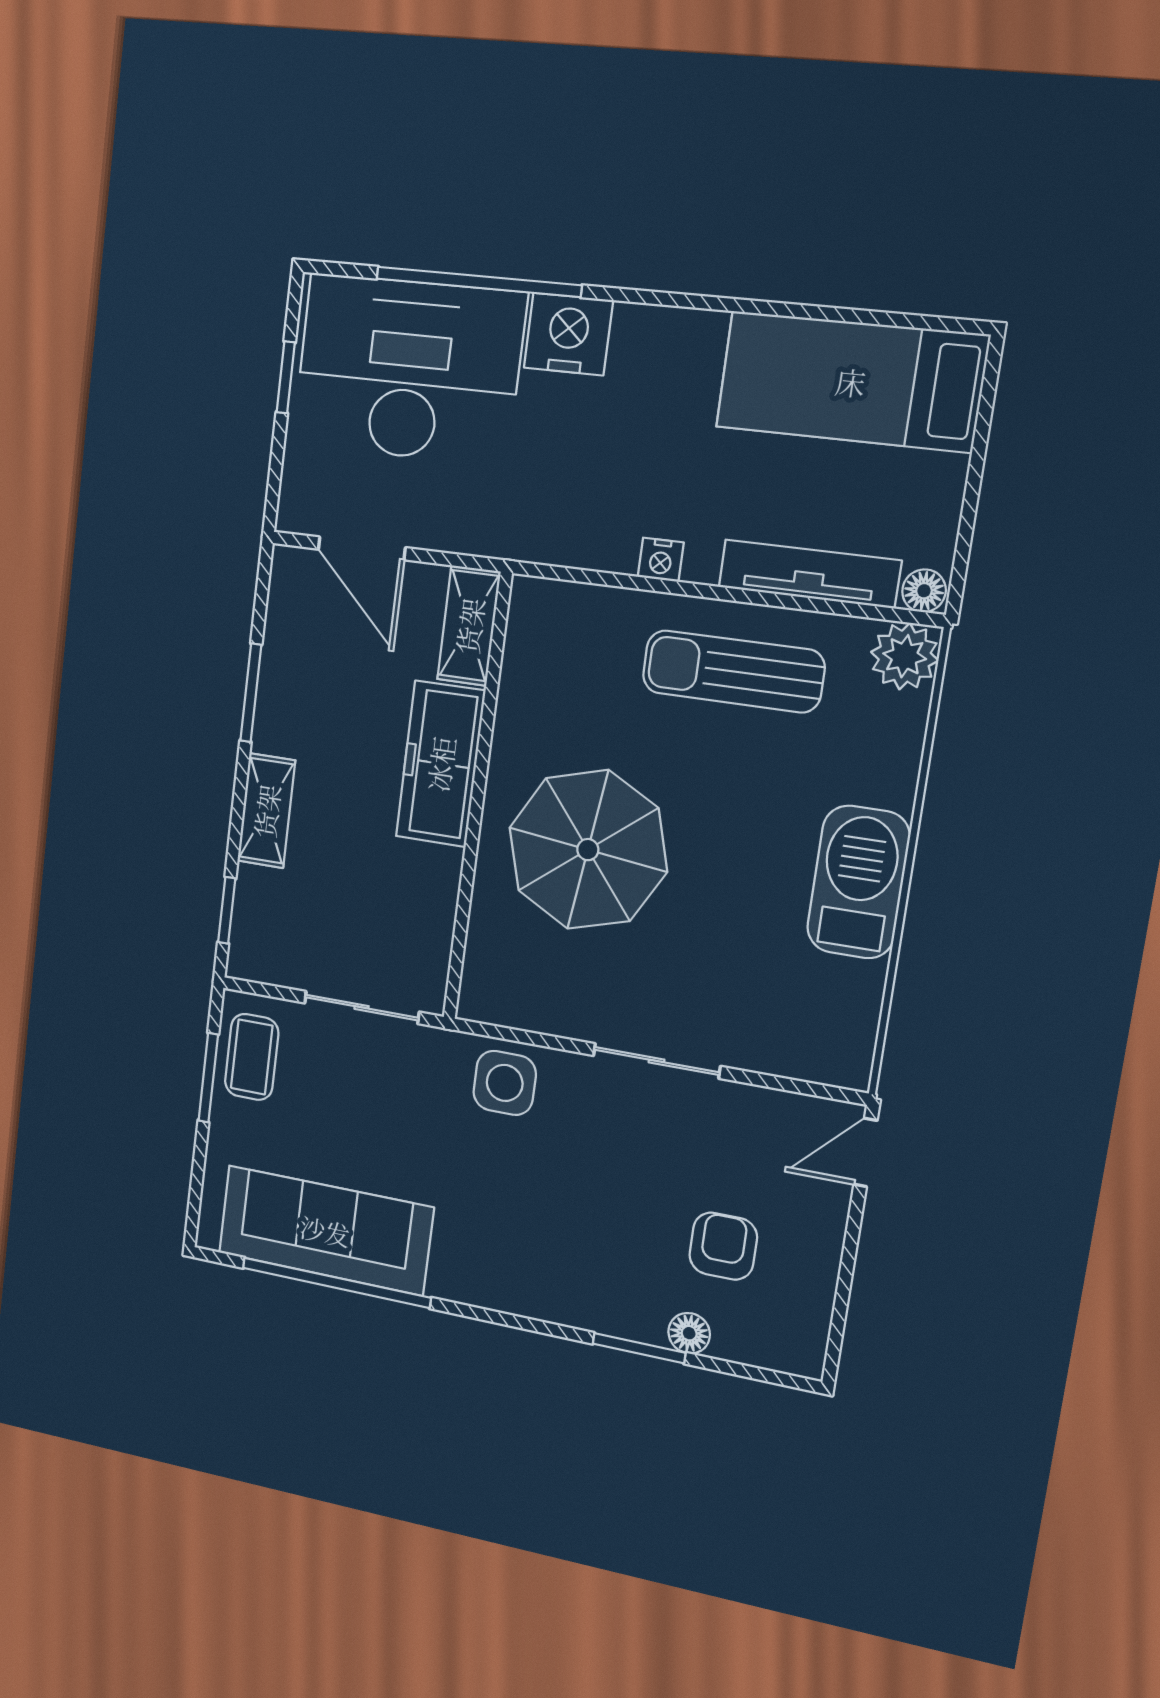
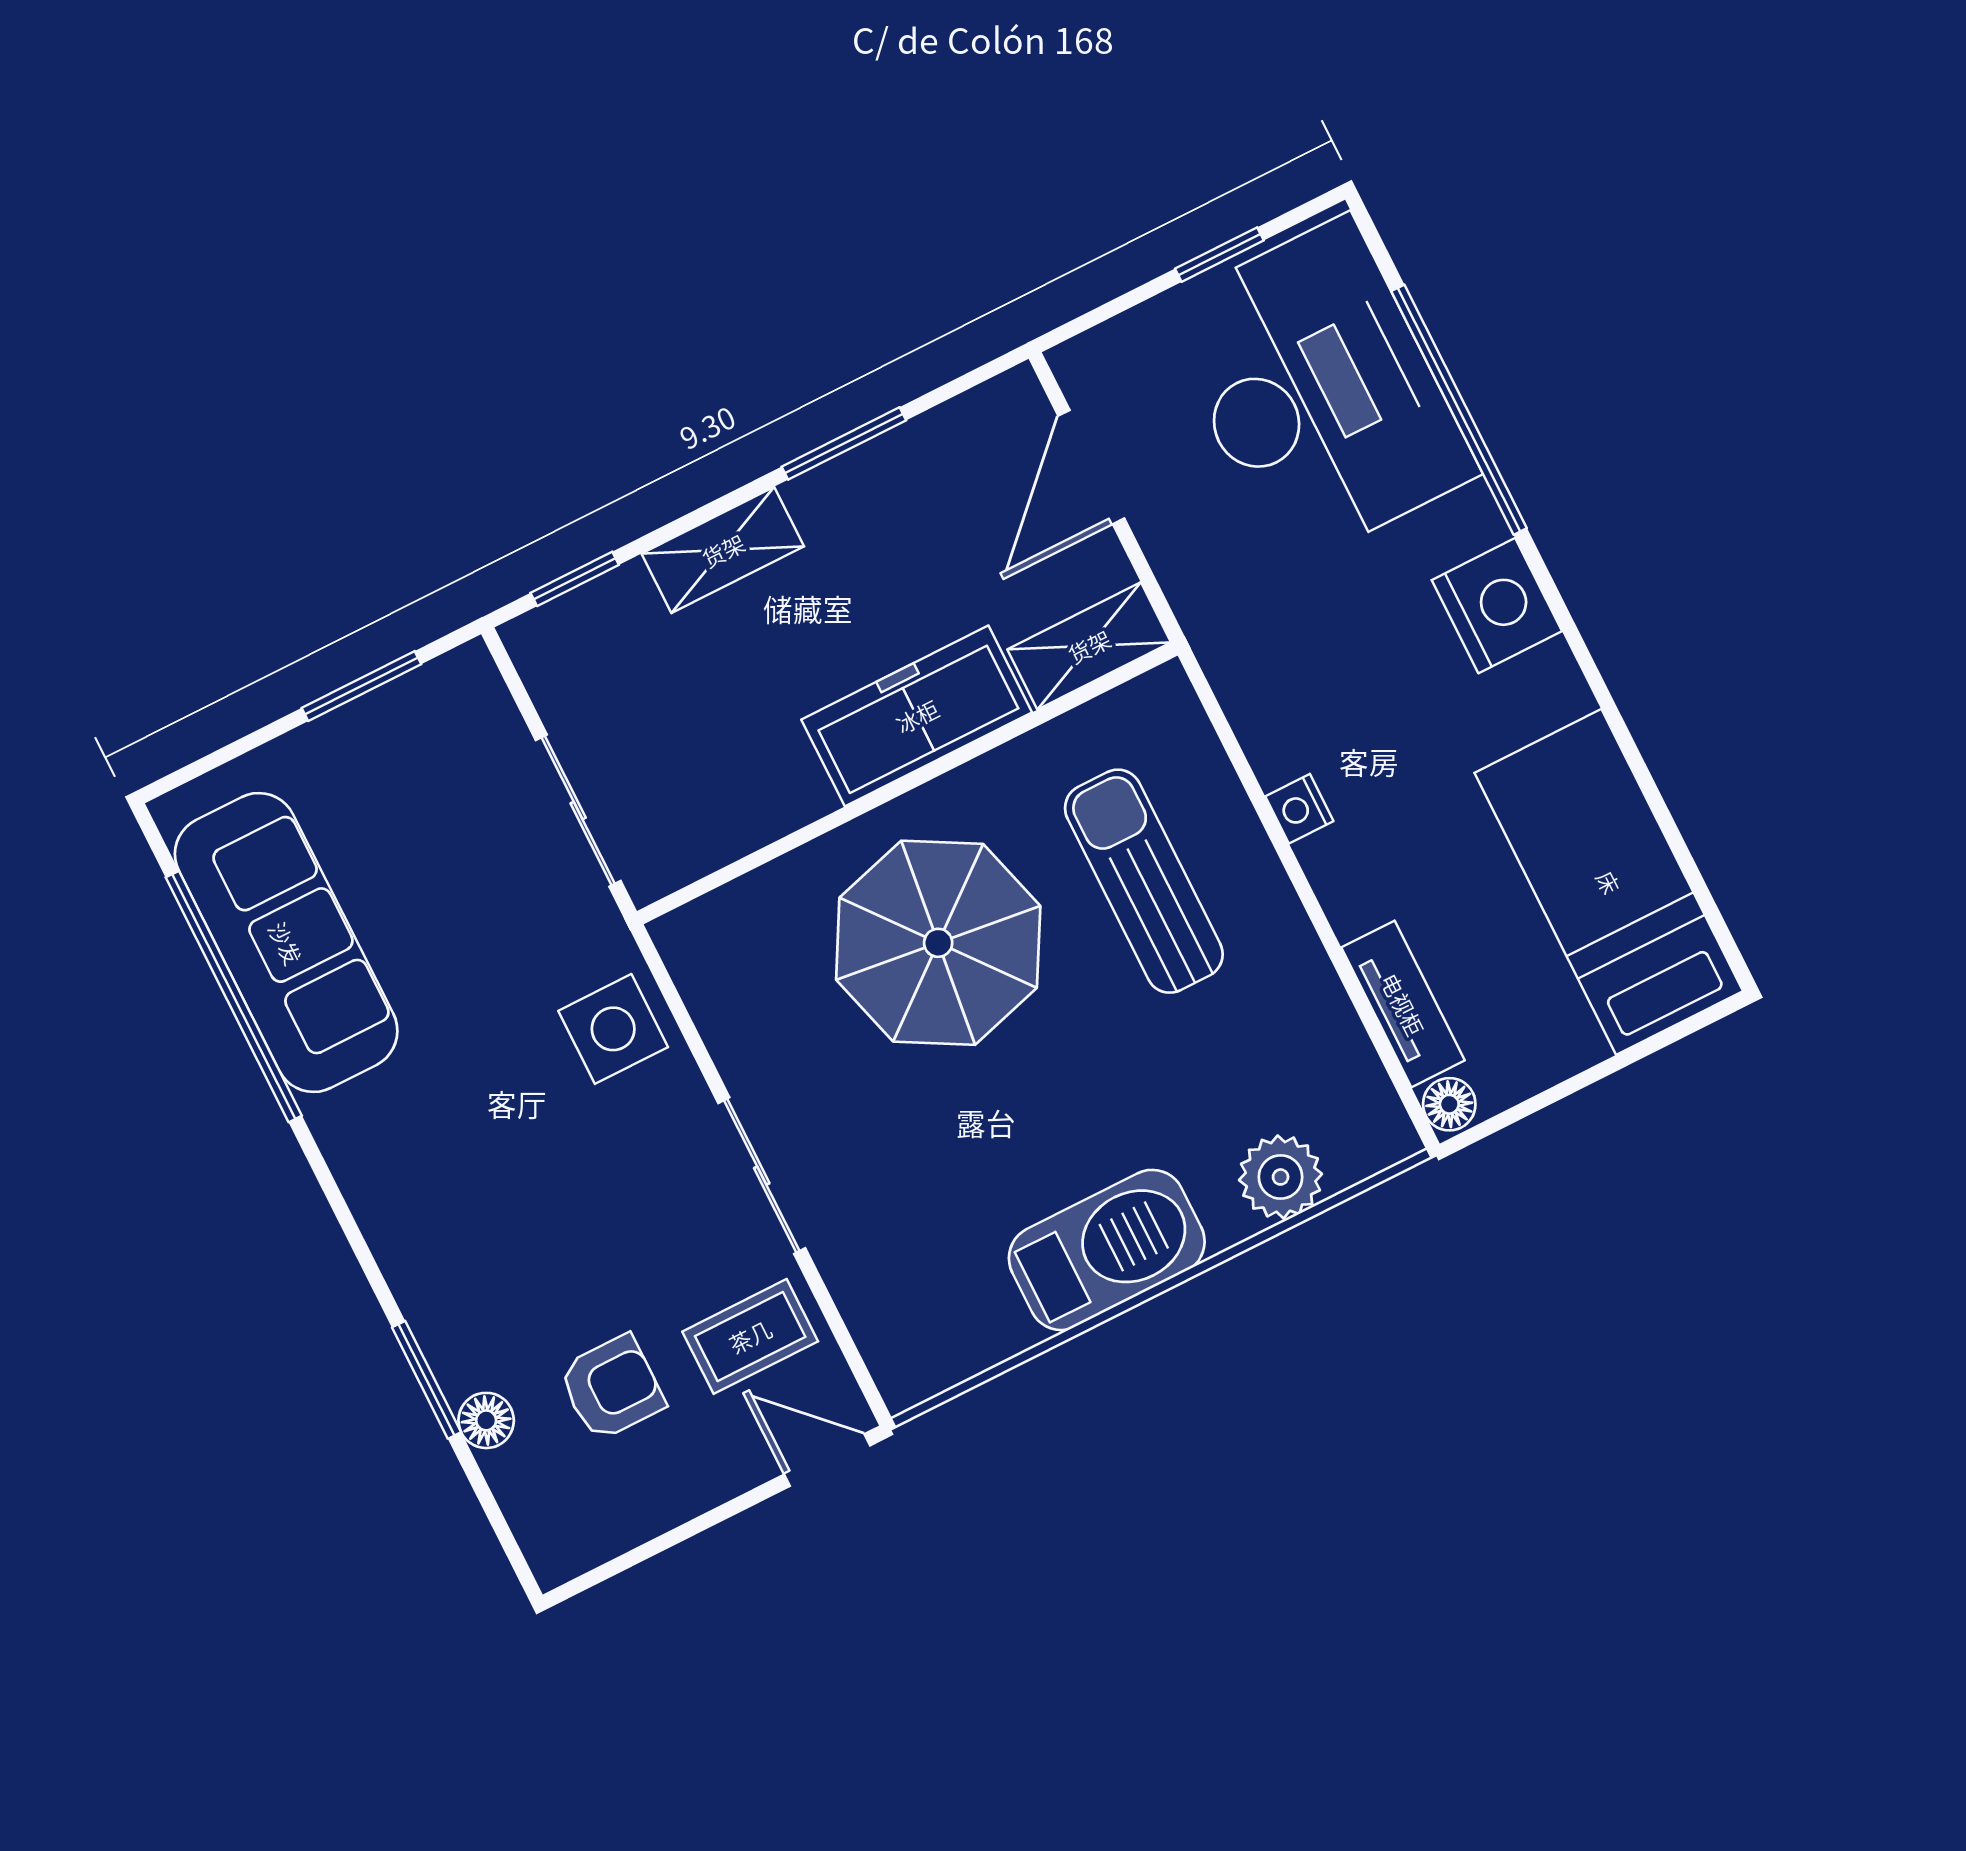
nightstand: (568, 334) -> (1497, 606), moved
tv unit: (809, 574) -> (1403, 1004), width x0.71
plant: (905, 656) -> (1281, 1177), moved
sun lounger: (733, 671) -> (1144, 881), moved
coffee table: (252, 1057) -> (750, 1336), moved

